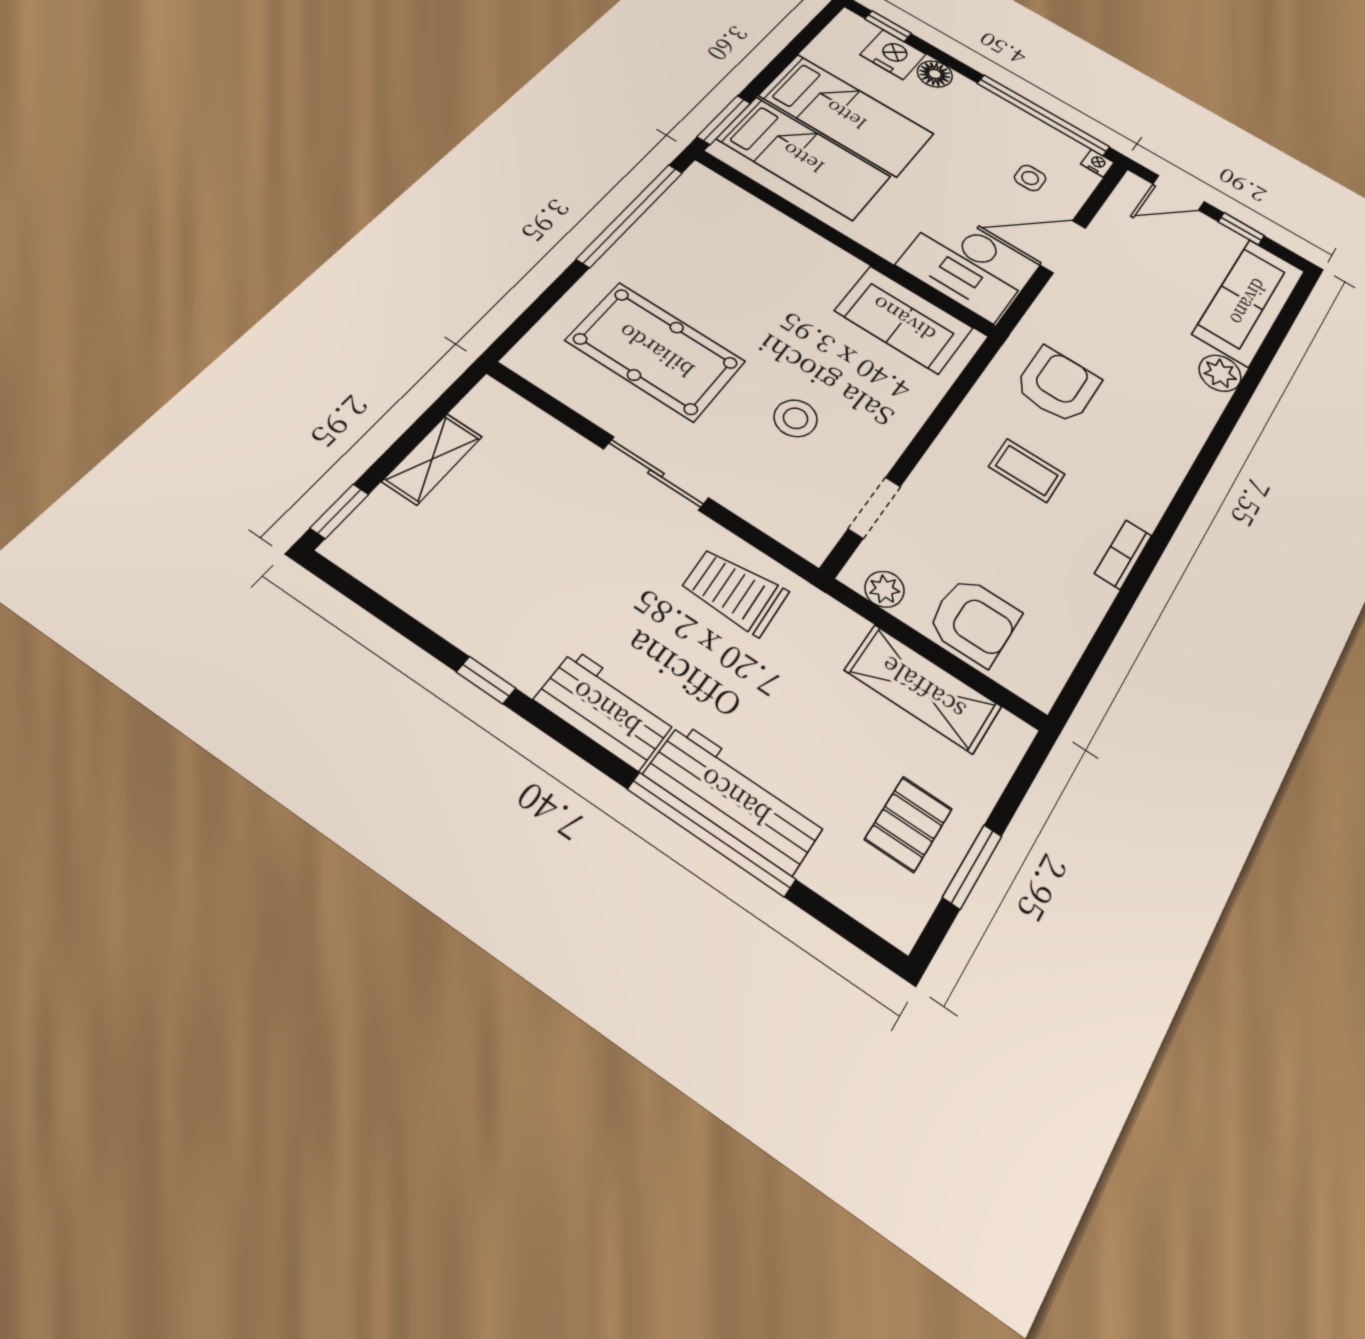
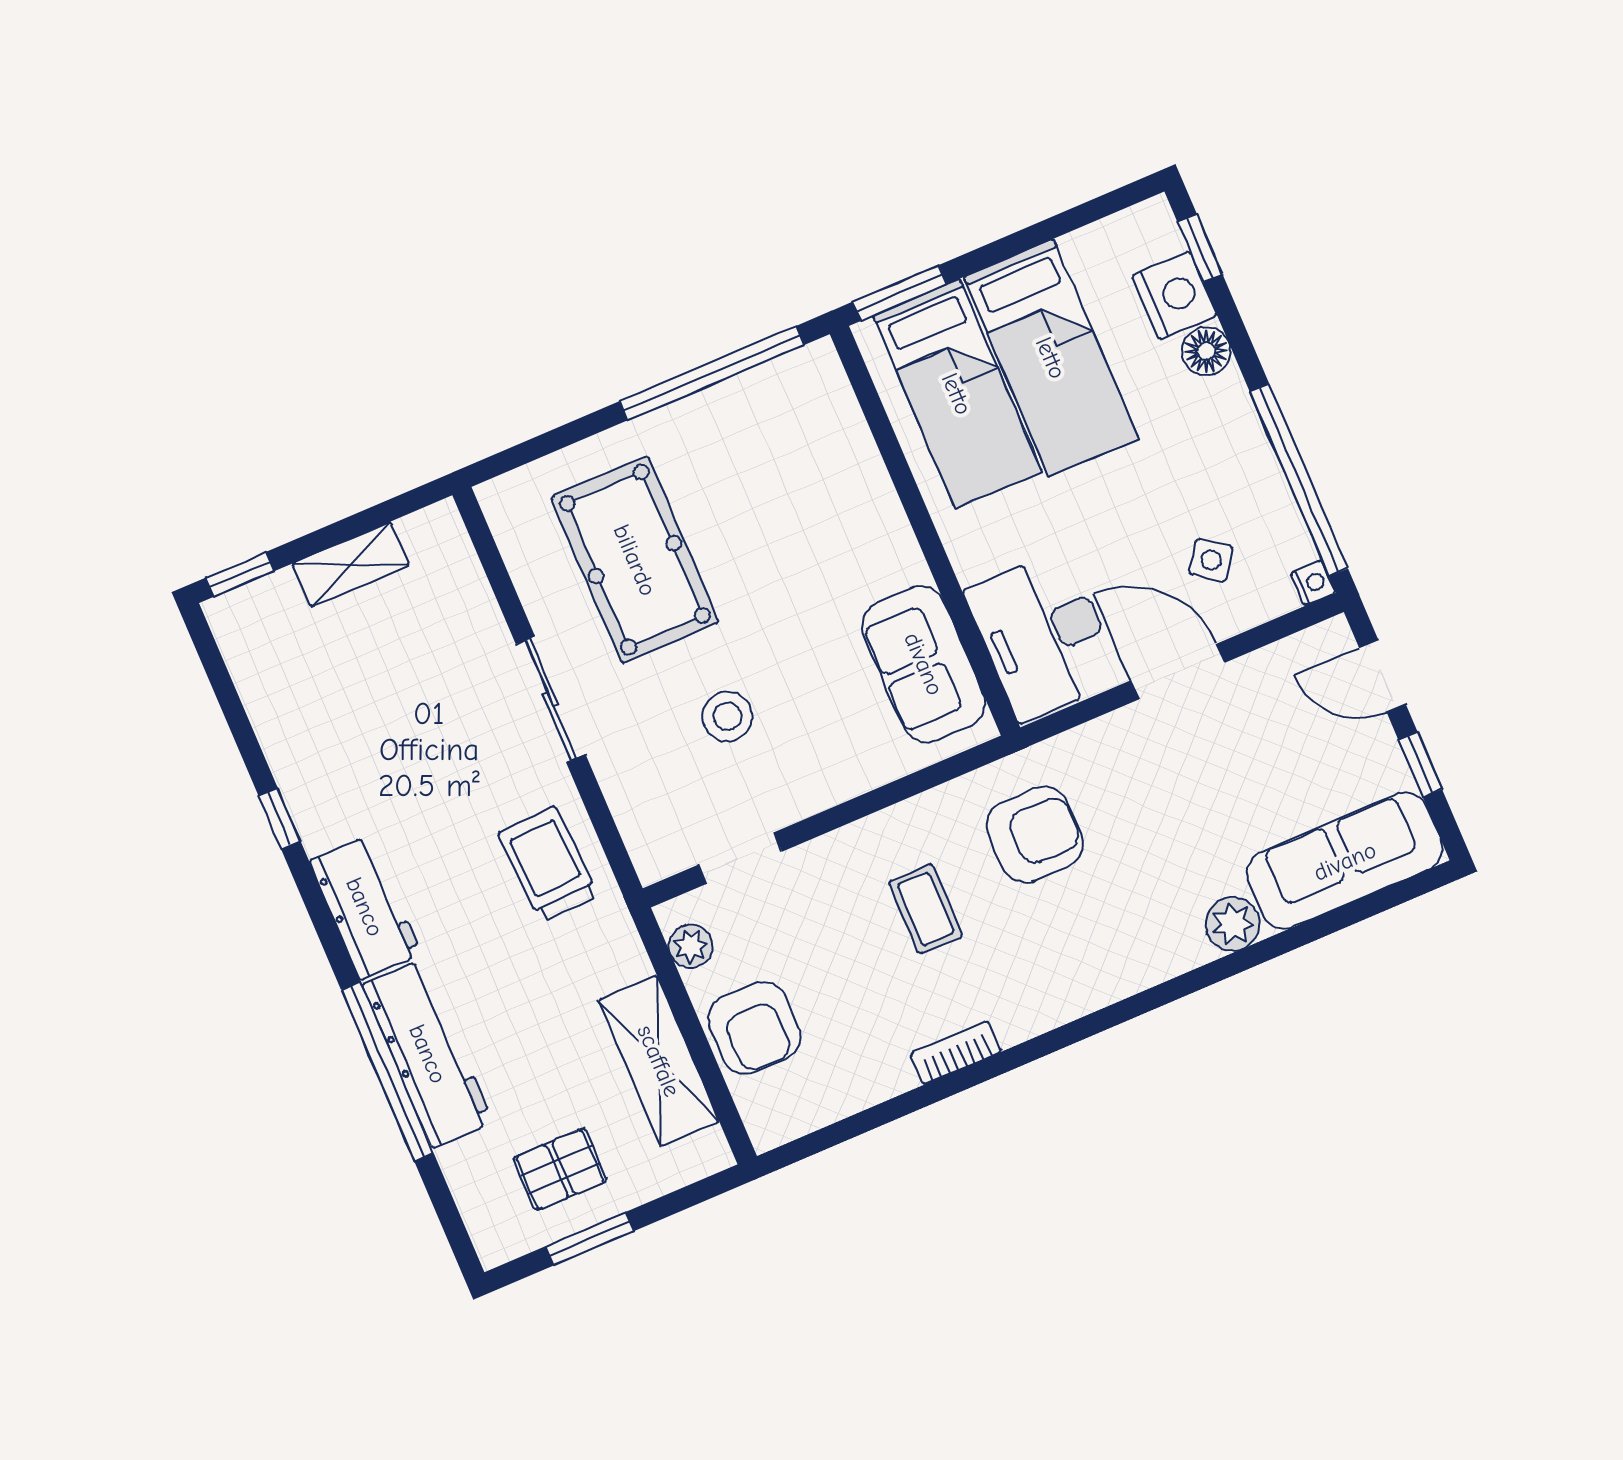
side table: (1030, 178) -> (1211, 560), turned 36

